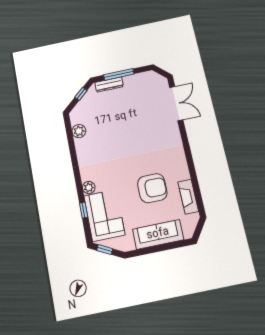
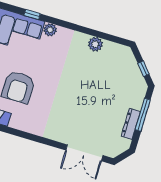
dresser: (109, 85) -> (131, 124), moved
plant: (79, 131) -> (95, 44), moved

